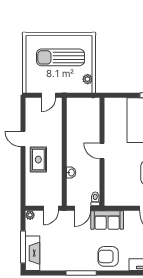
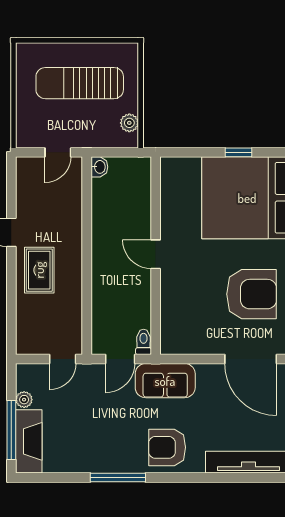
washbasin: (71, 173) -> (99, 167), moved
plant: (30, 215) -> (24, 400), moved

